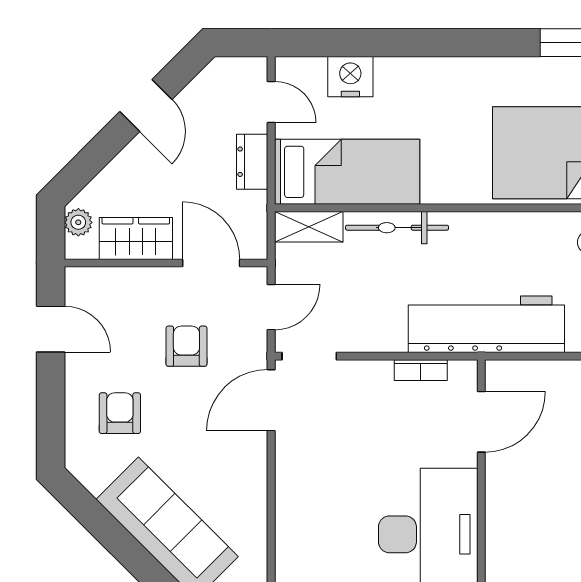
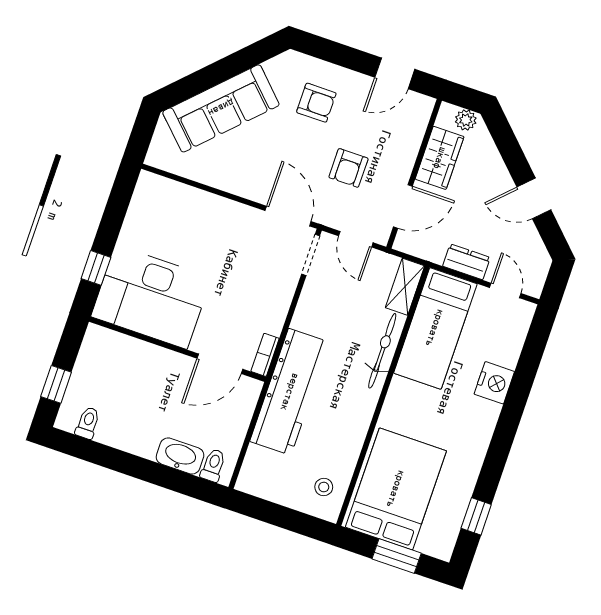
nightstand: (350, 77) -> (494, 383), moved
door: (271, 102) -> (505, 290), swing flipped
armchair: (186, 346) -> (348, 168), turned 90
bookcase: (421, 370) -> (265, 355), moved
door: (481, 422) -> (220, 364), hinge flipped

